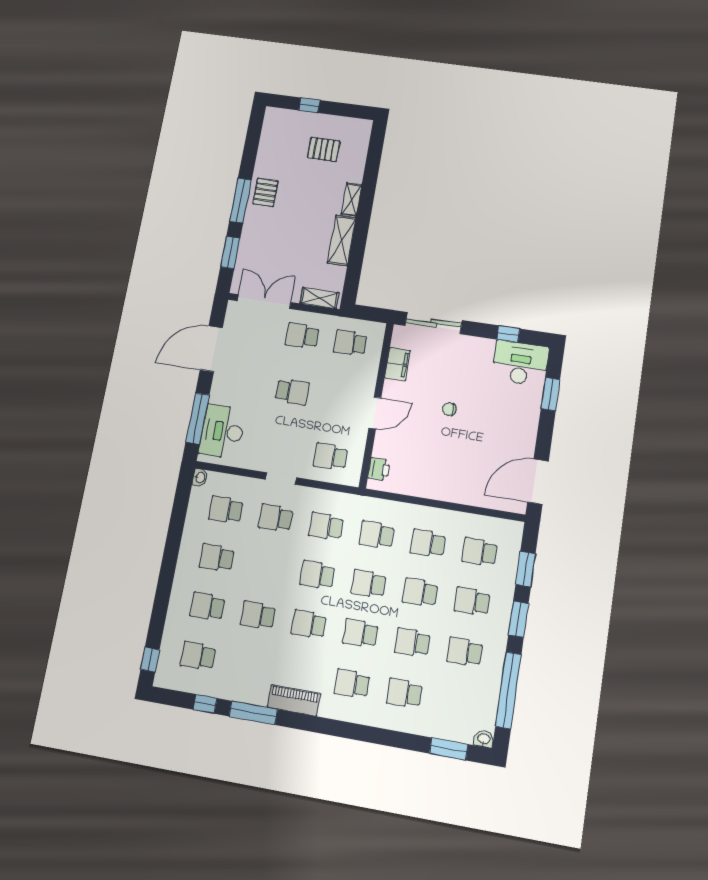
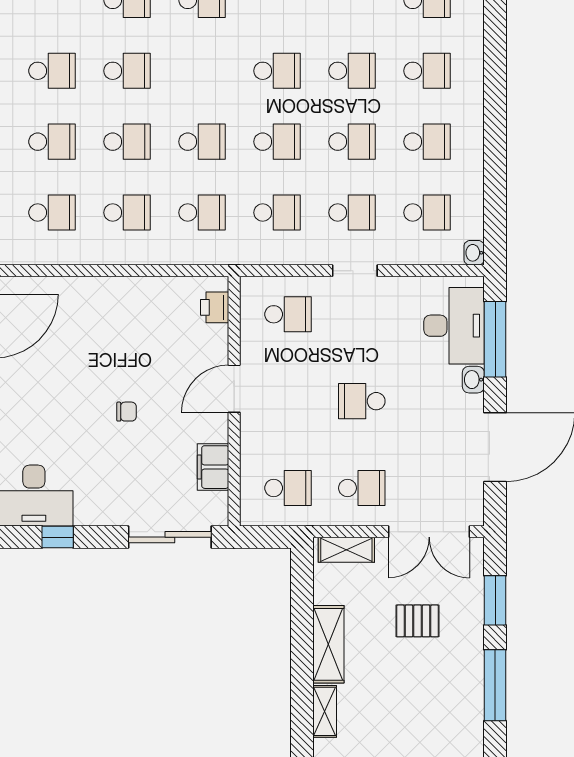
pallet: (265, 192) -> (417, 621), moved, turned 90
washbasin: (217, 394) -> (473, 380), added
school desk: (360, 633) -> (352, 142), moved

